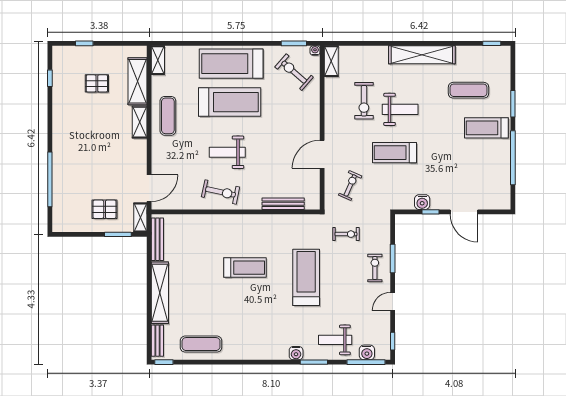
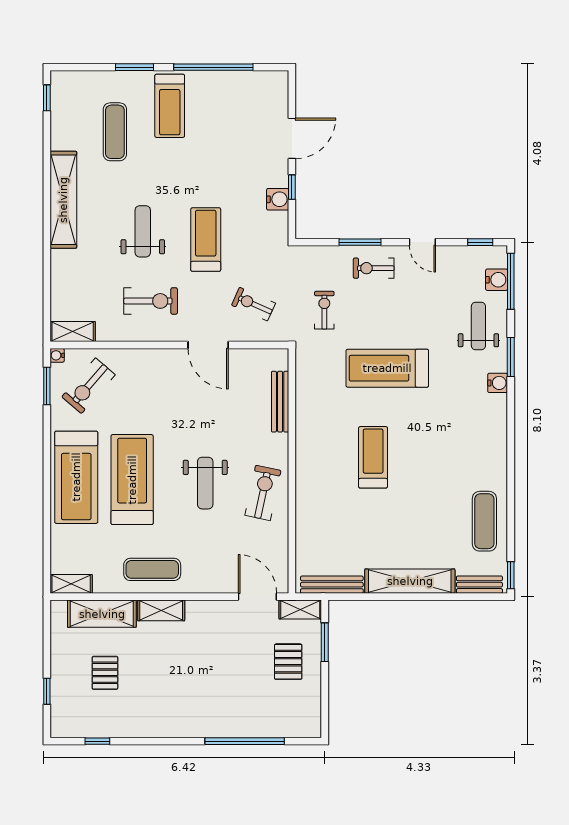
exercise bike: (364, 101) -> (151, 301), moved
treadmill: (395, 153) -> (206, 240), turned 180
weight bench: (335, 340) -> (478, 326), turned 180

